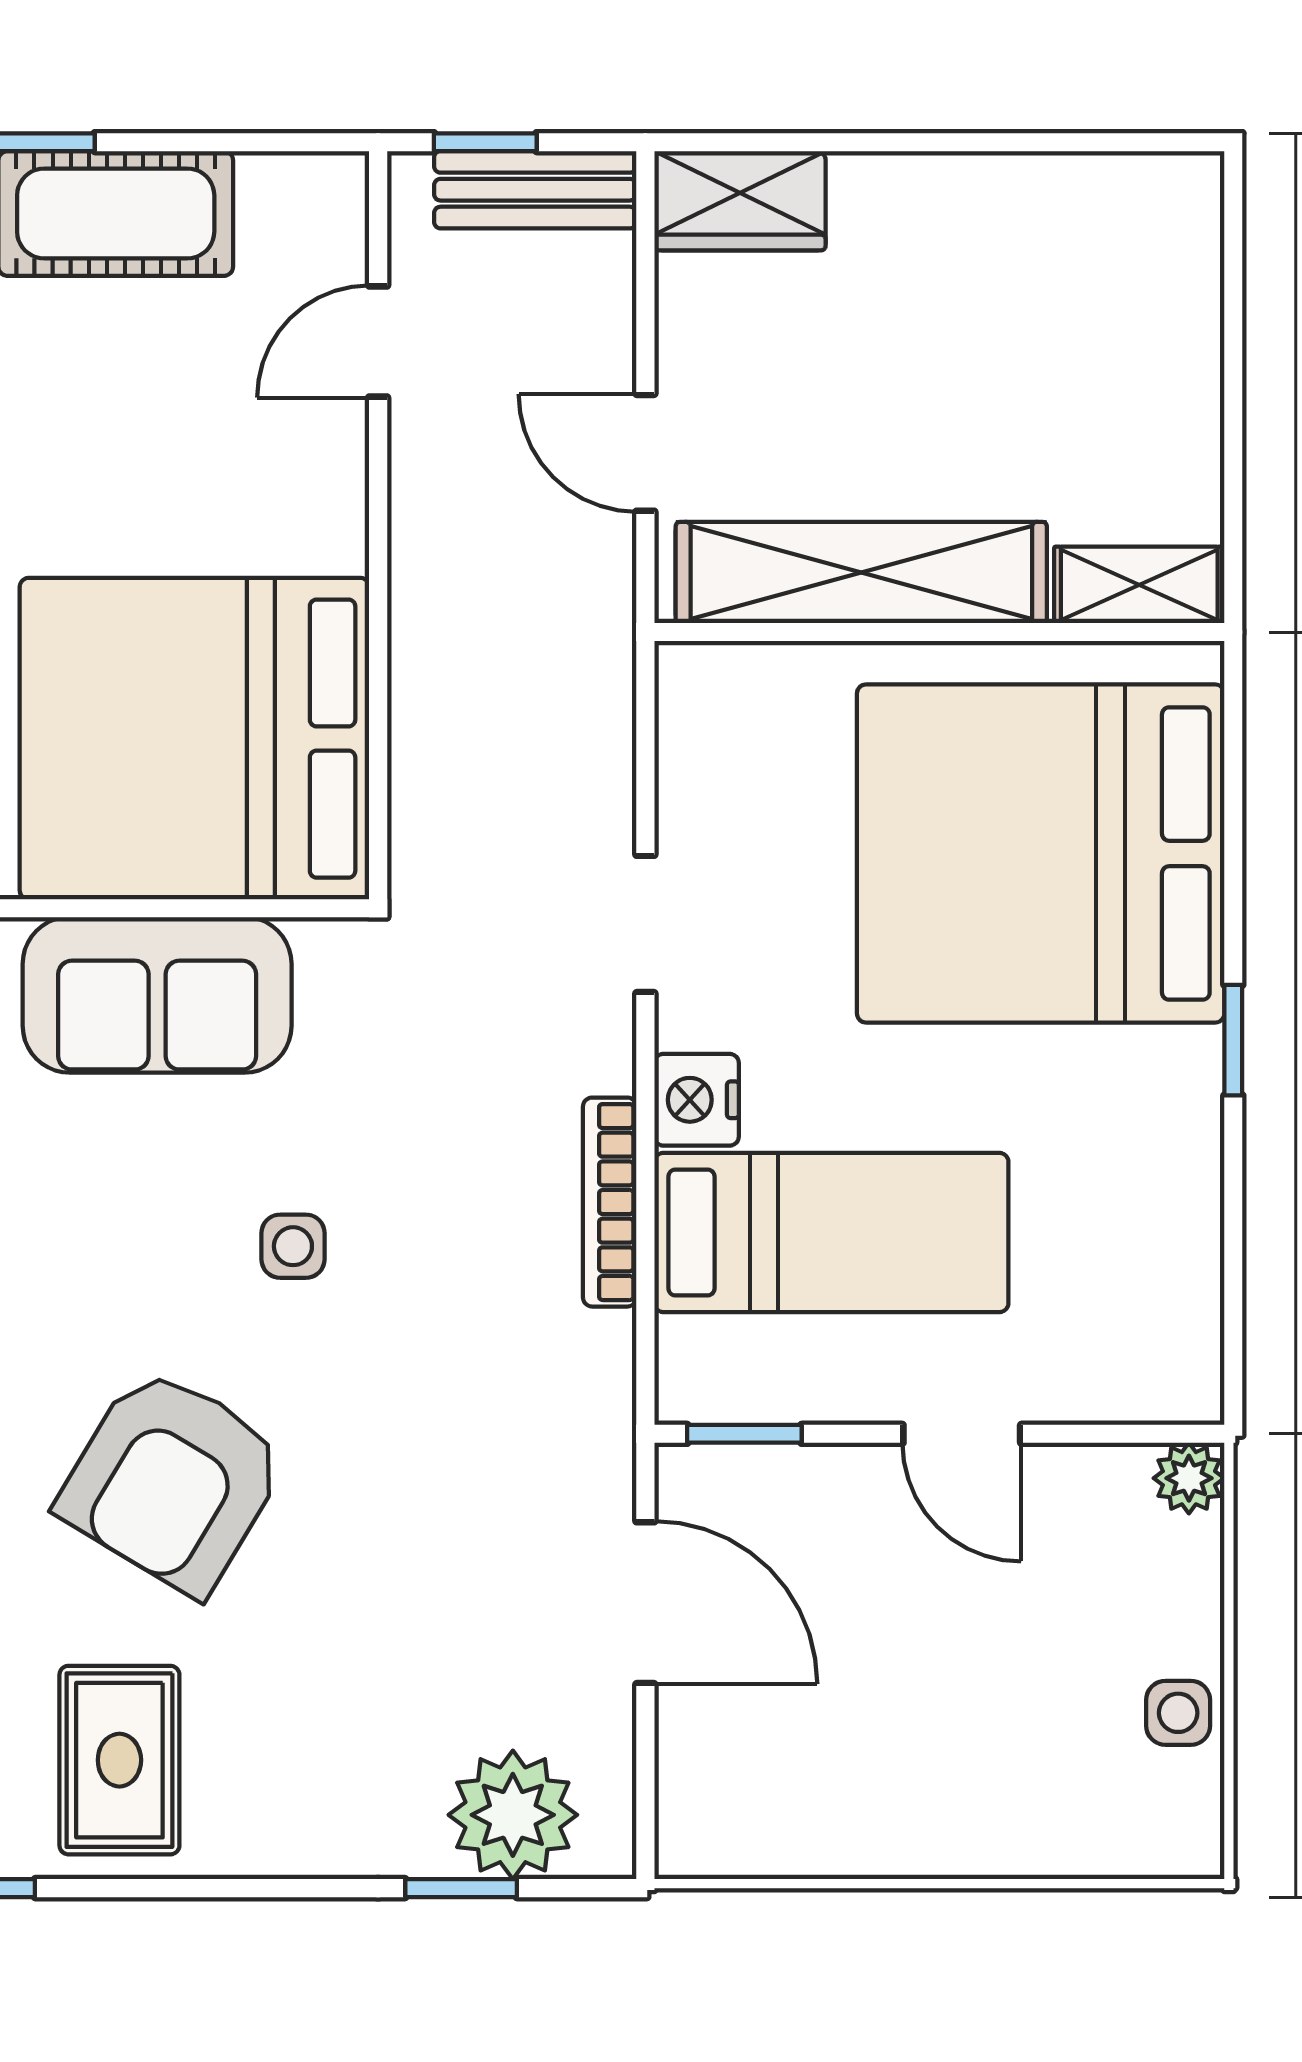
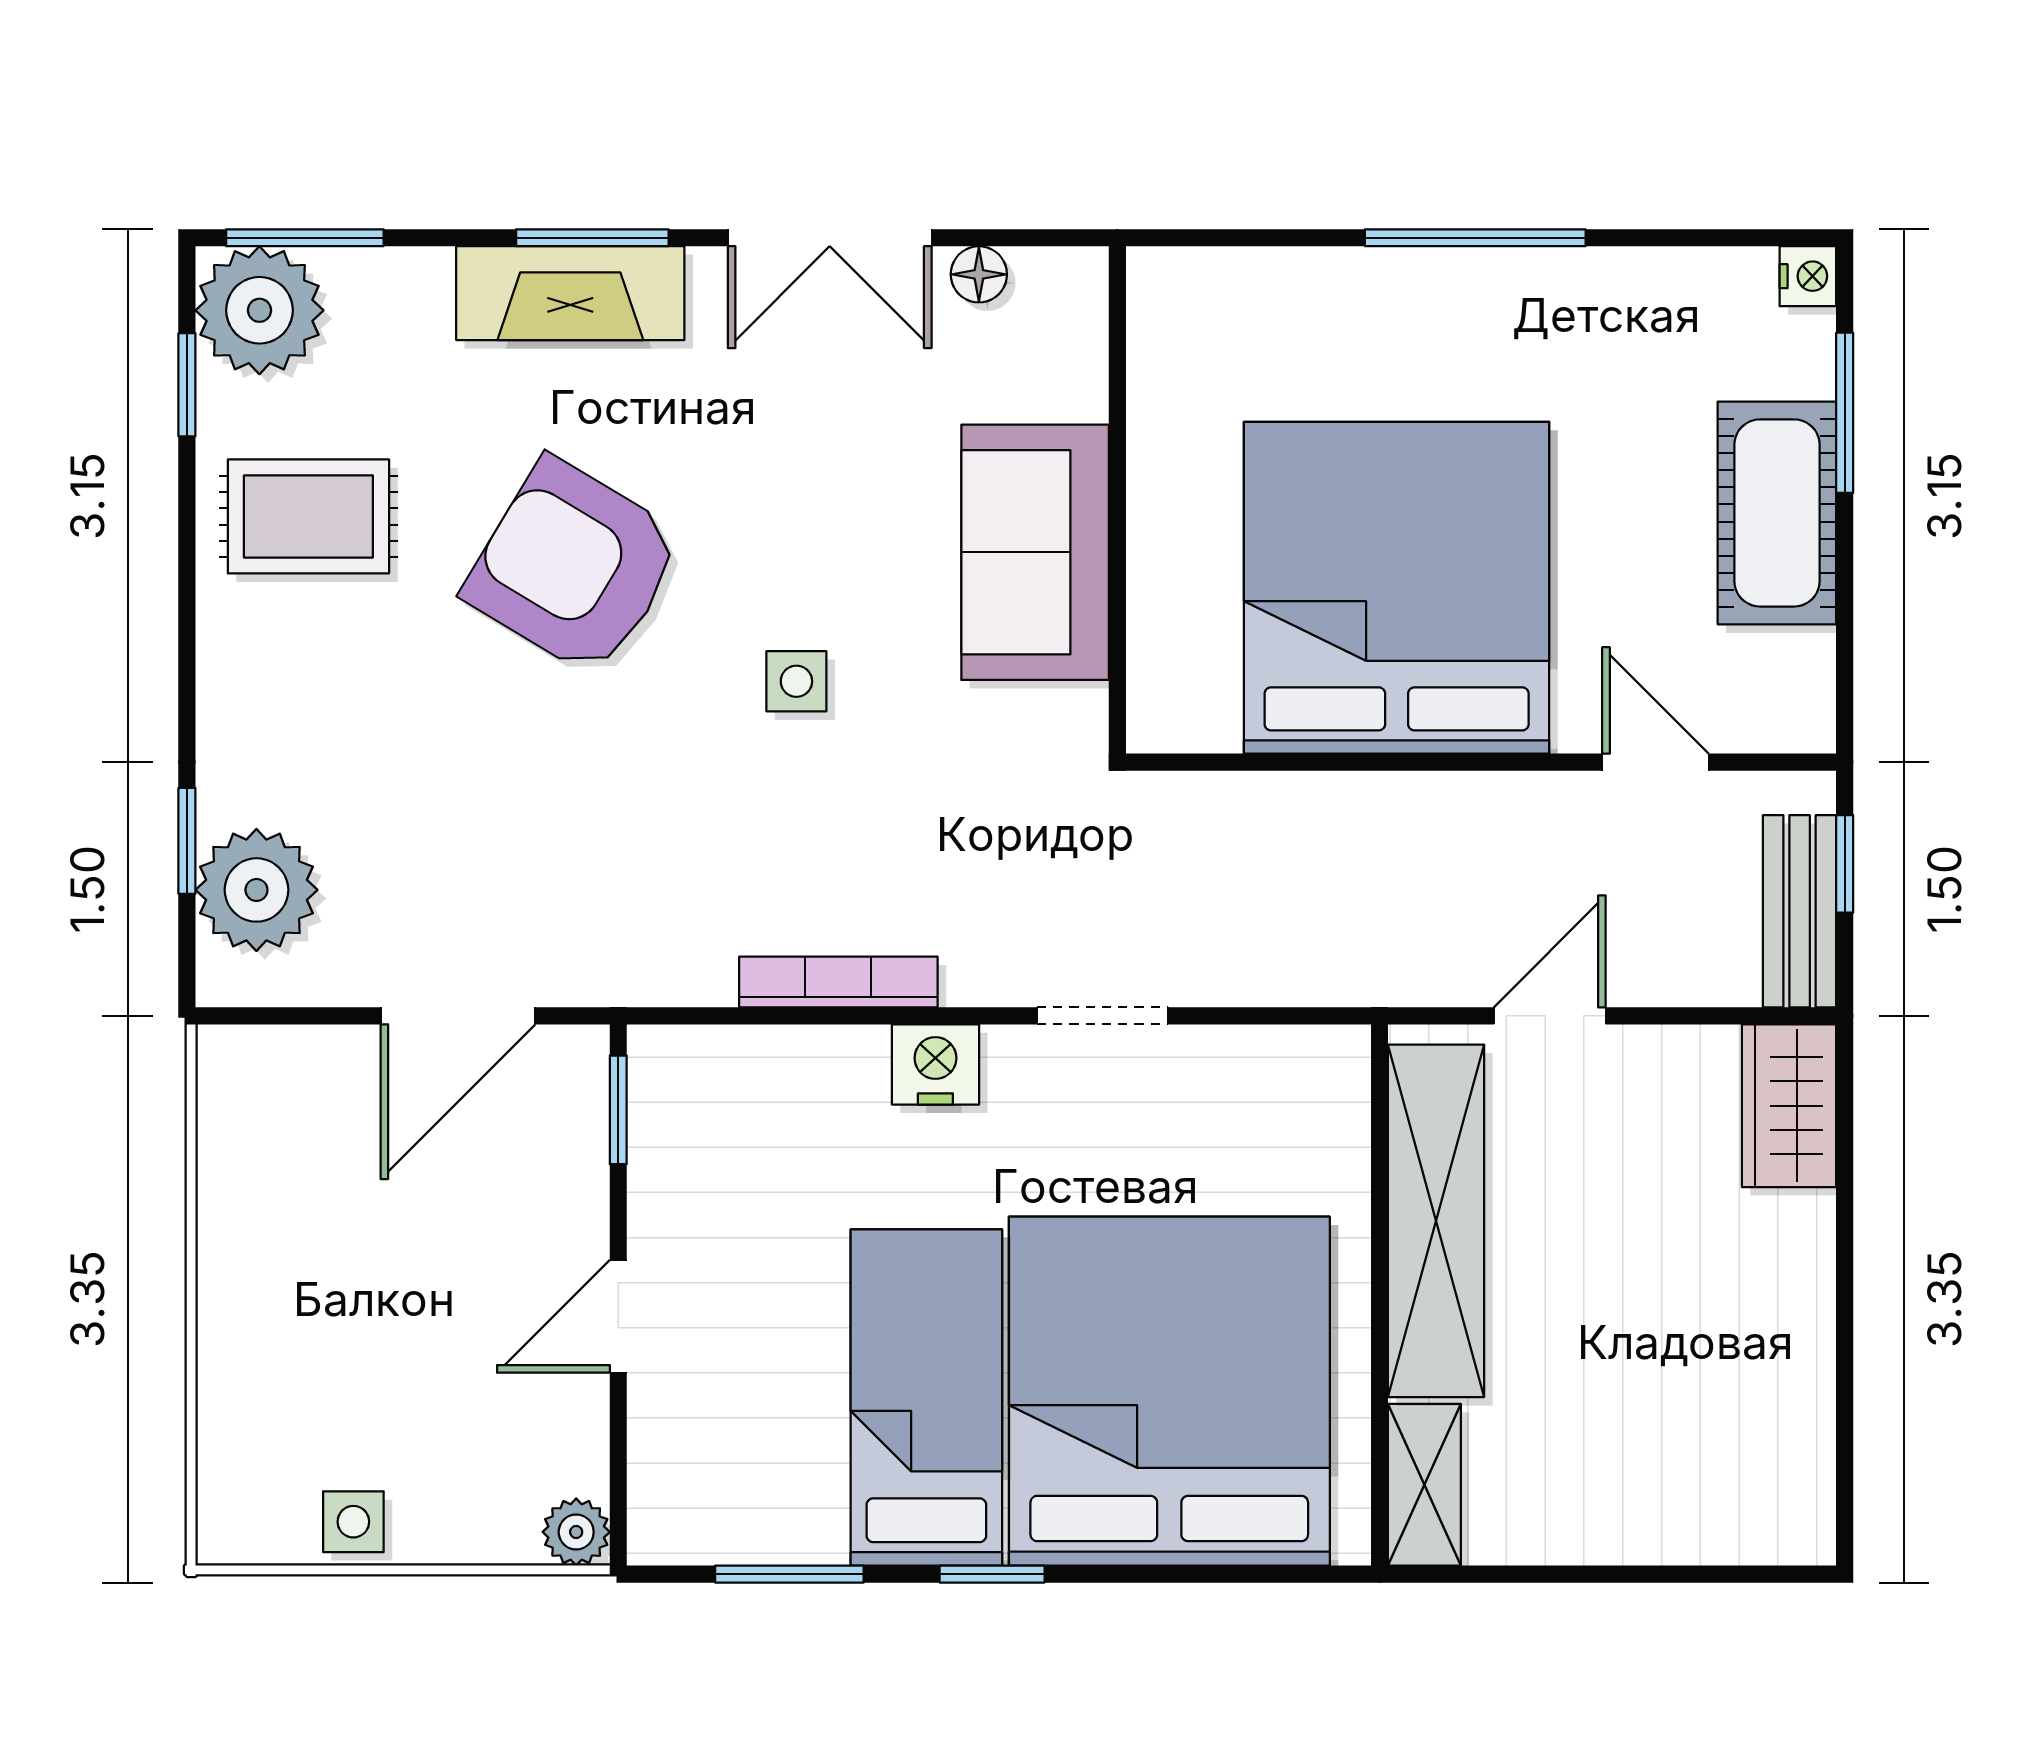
bed: (194, 739) -> (1397, 588), moved
bed: (831, 1233) -> (926, 1398), moved, turned 180
window: (1233, 1254) -> (789, 1574), added

